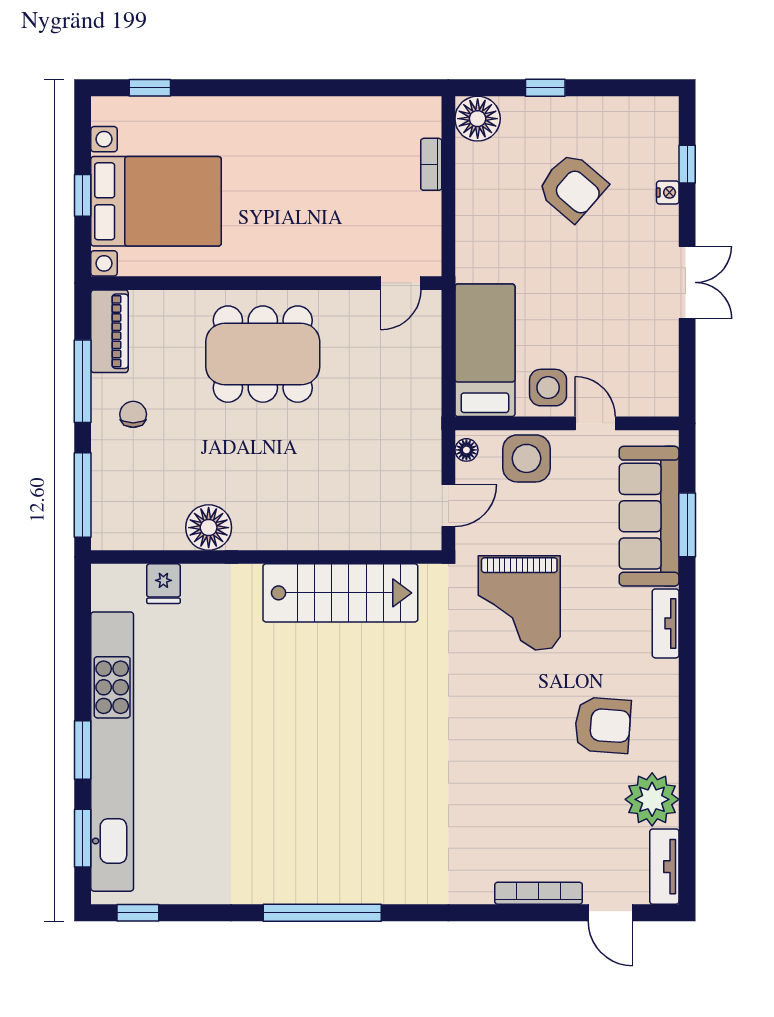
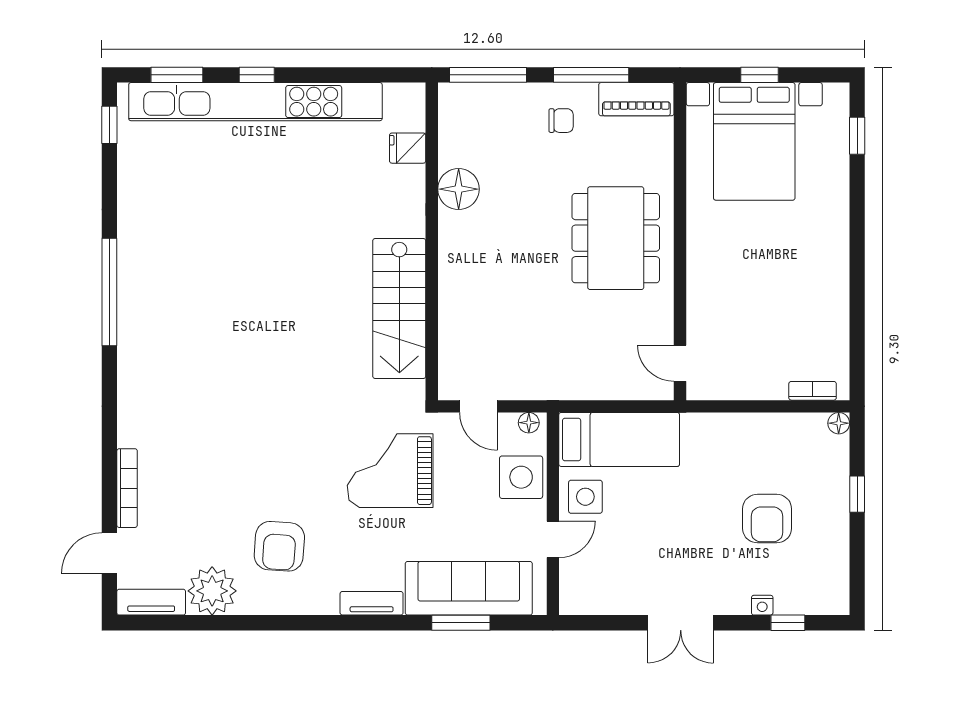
floor lamp: (478, 119) -> (839, 423), width x0.53, depth x0.53
bookcase: (431, 164) -> (813, 391), moved
armchair: (572, 187) -> (767, 519), turned -41
window: (83, 750) -> (257, 75), width x0.67

